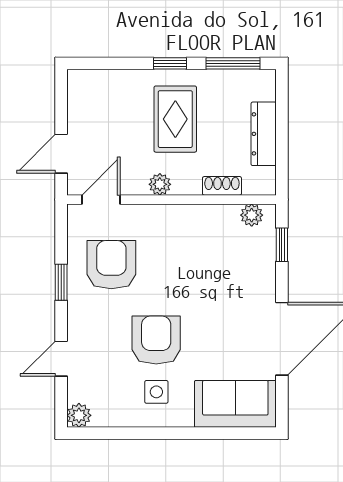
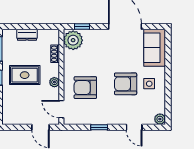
dresser: (264, 134) -> (27, 35), width x0.70
plant: (252, 215) -> (73, 40), width x1.88, depth x1.88
armchair: (111, 265) -> (85, 88), moved

